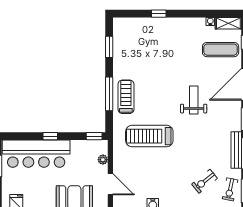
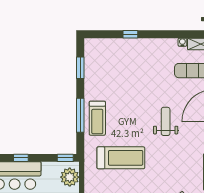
treadmill: (126, 97) -> (97, 118), turned 180
treadmill: (149, 136) -> (121, 158), turned 180
plant: (103, 160) -> (70, 177), width x1.87, depth x1.87

